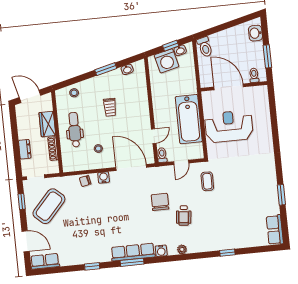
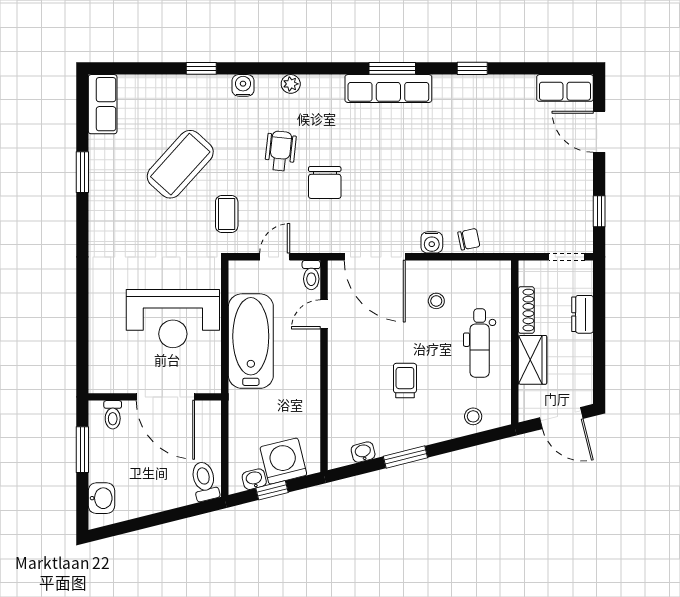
coffee table: (49, 206) -> (180, 164), moved
water cooler: (161, 251) -> (243, 85), moved

